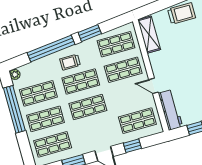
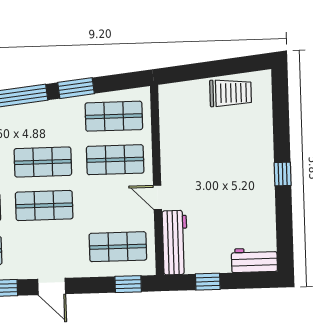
shelving: (149, 35) -> (171, 114), removed
trolley: (70, 62) -> (33, 127), removed
window: (132, 146) -> (128, 284), moved

